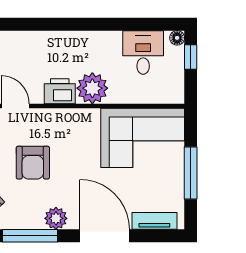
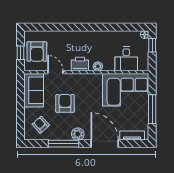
desk: (143, 52) -> (126, 59), moved, turned 180
plant: (92, 88) -> (98, 66), width x0.53, depth x0.53
armchair: (33, 163) -> (65, 103), turned 180

